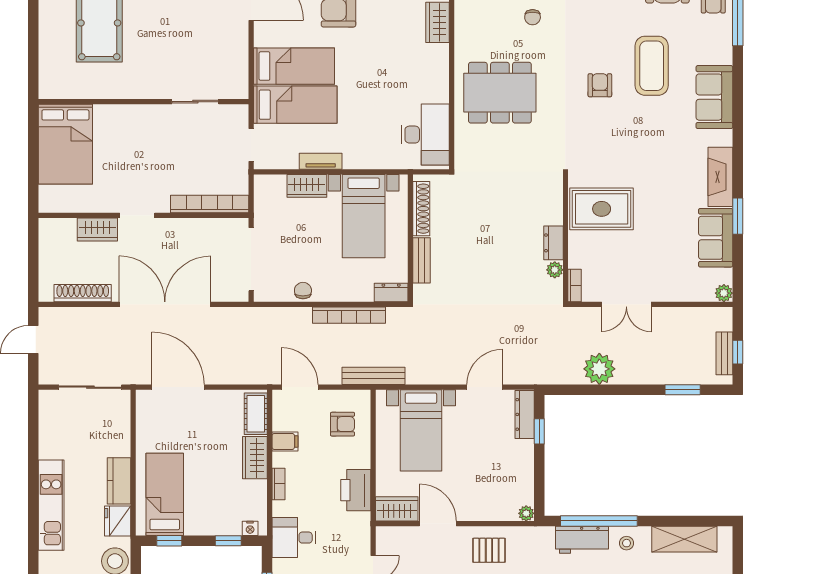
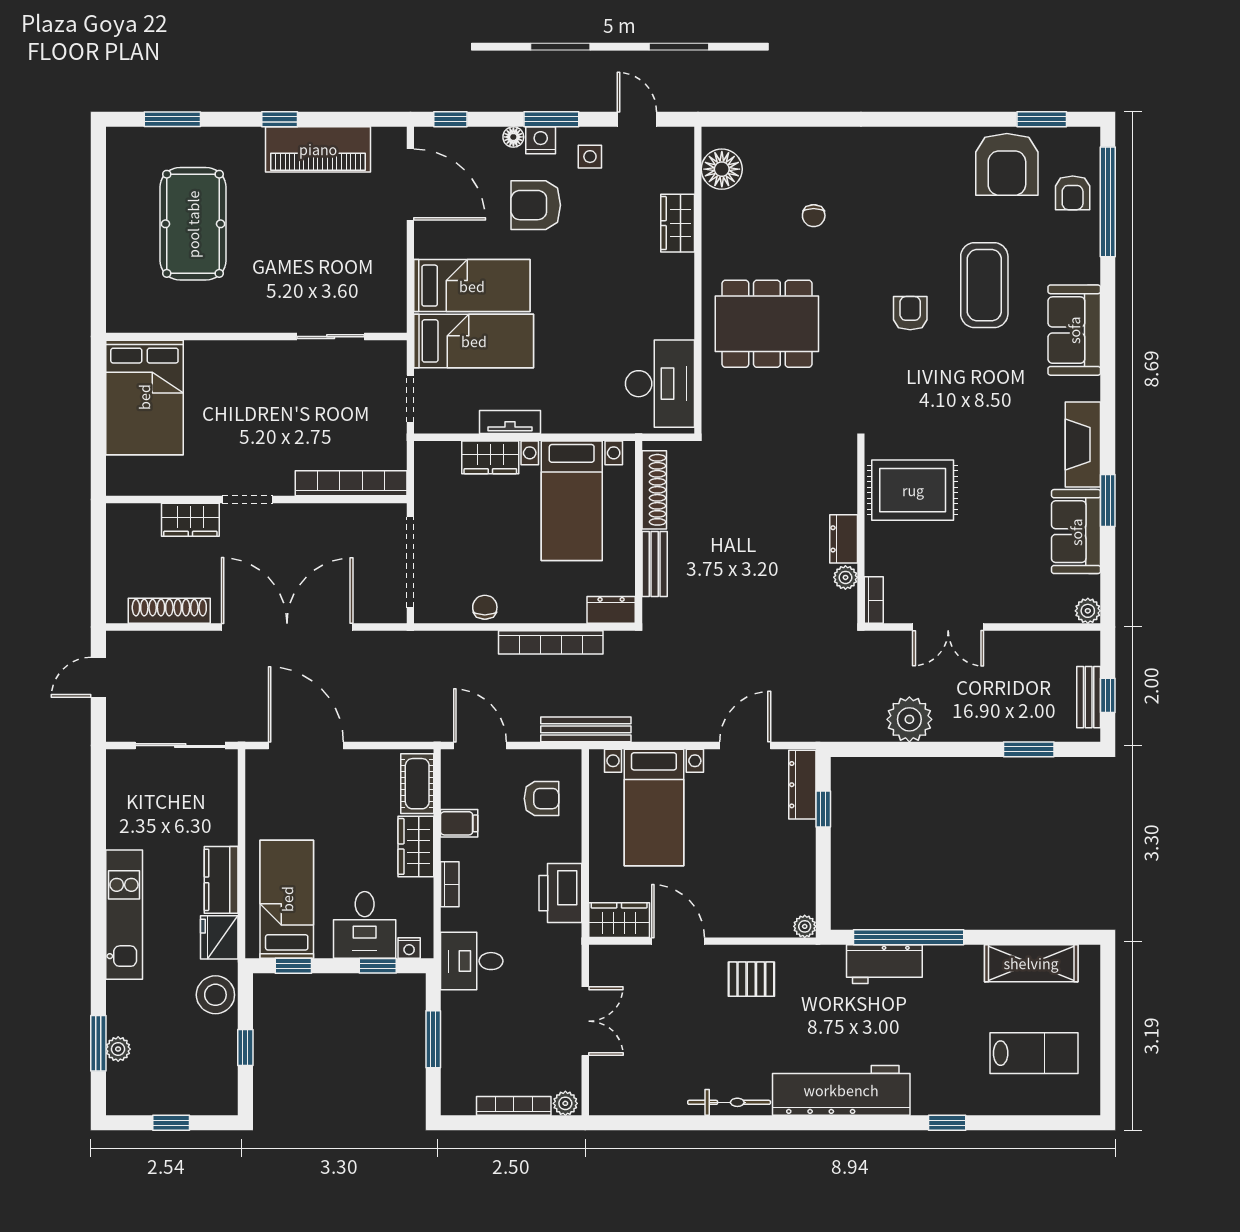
desk: (219, 512) -> (365, 925), added
stool: (627, 543) -> (948, 969), removed

